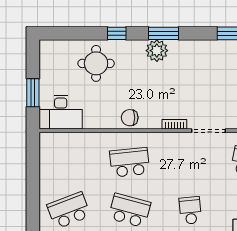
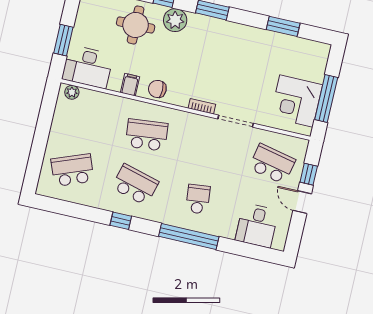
plant: (157, 51) -> (175, 20), moved
filing cabinet: (104, 120) -> (130, 85), added
plant: (52, 139) -> (72, 92), added

